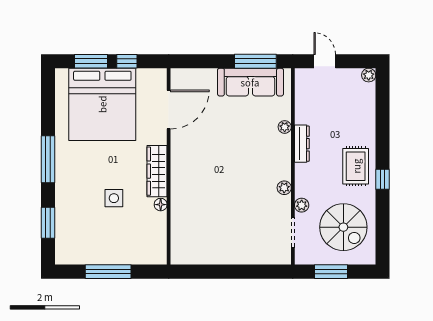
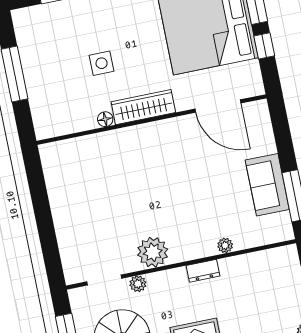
sofa: (250, 82) -> (267, 185), width x0.73
dresser: (302, 144) -> (203, 271), width x0.70
plant: (284, 188) -> (153, 252), width x1.87, depth x1.87

